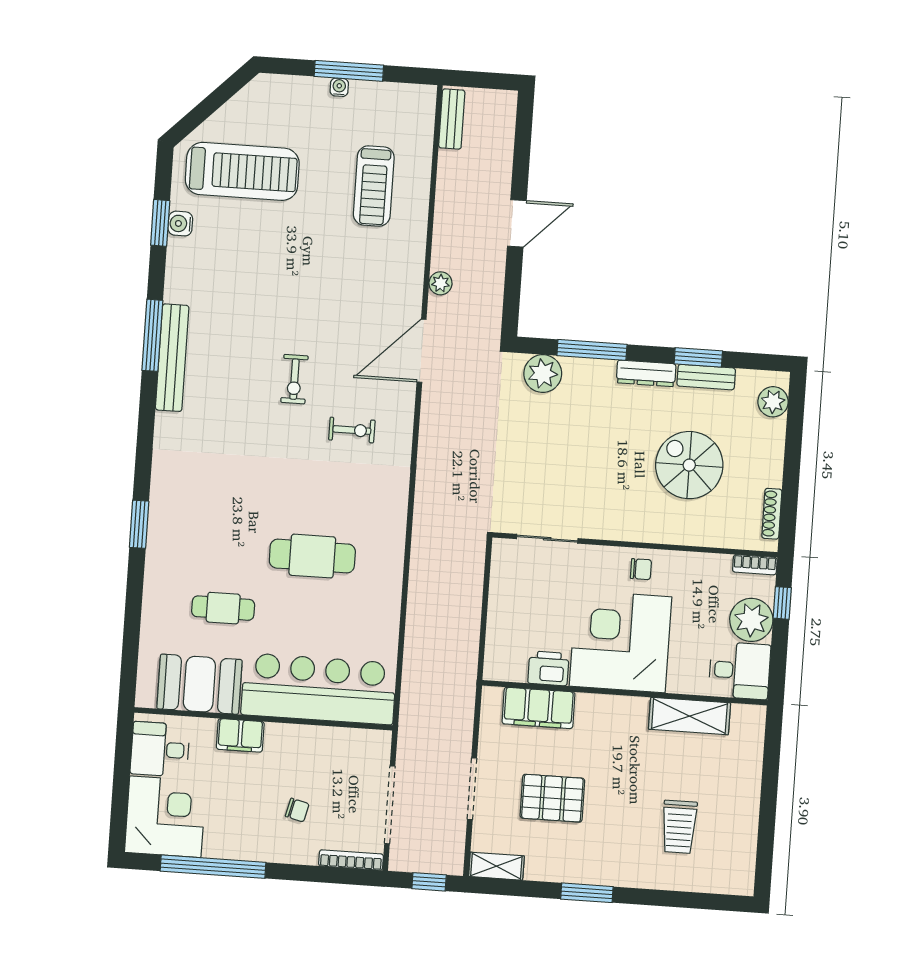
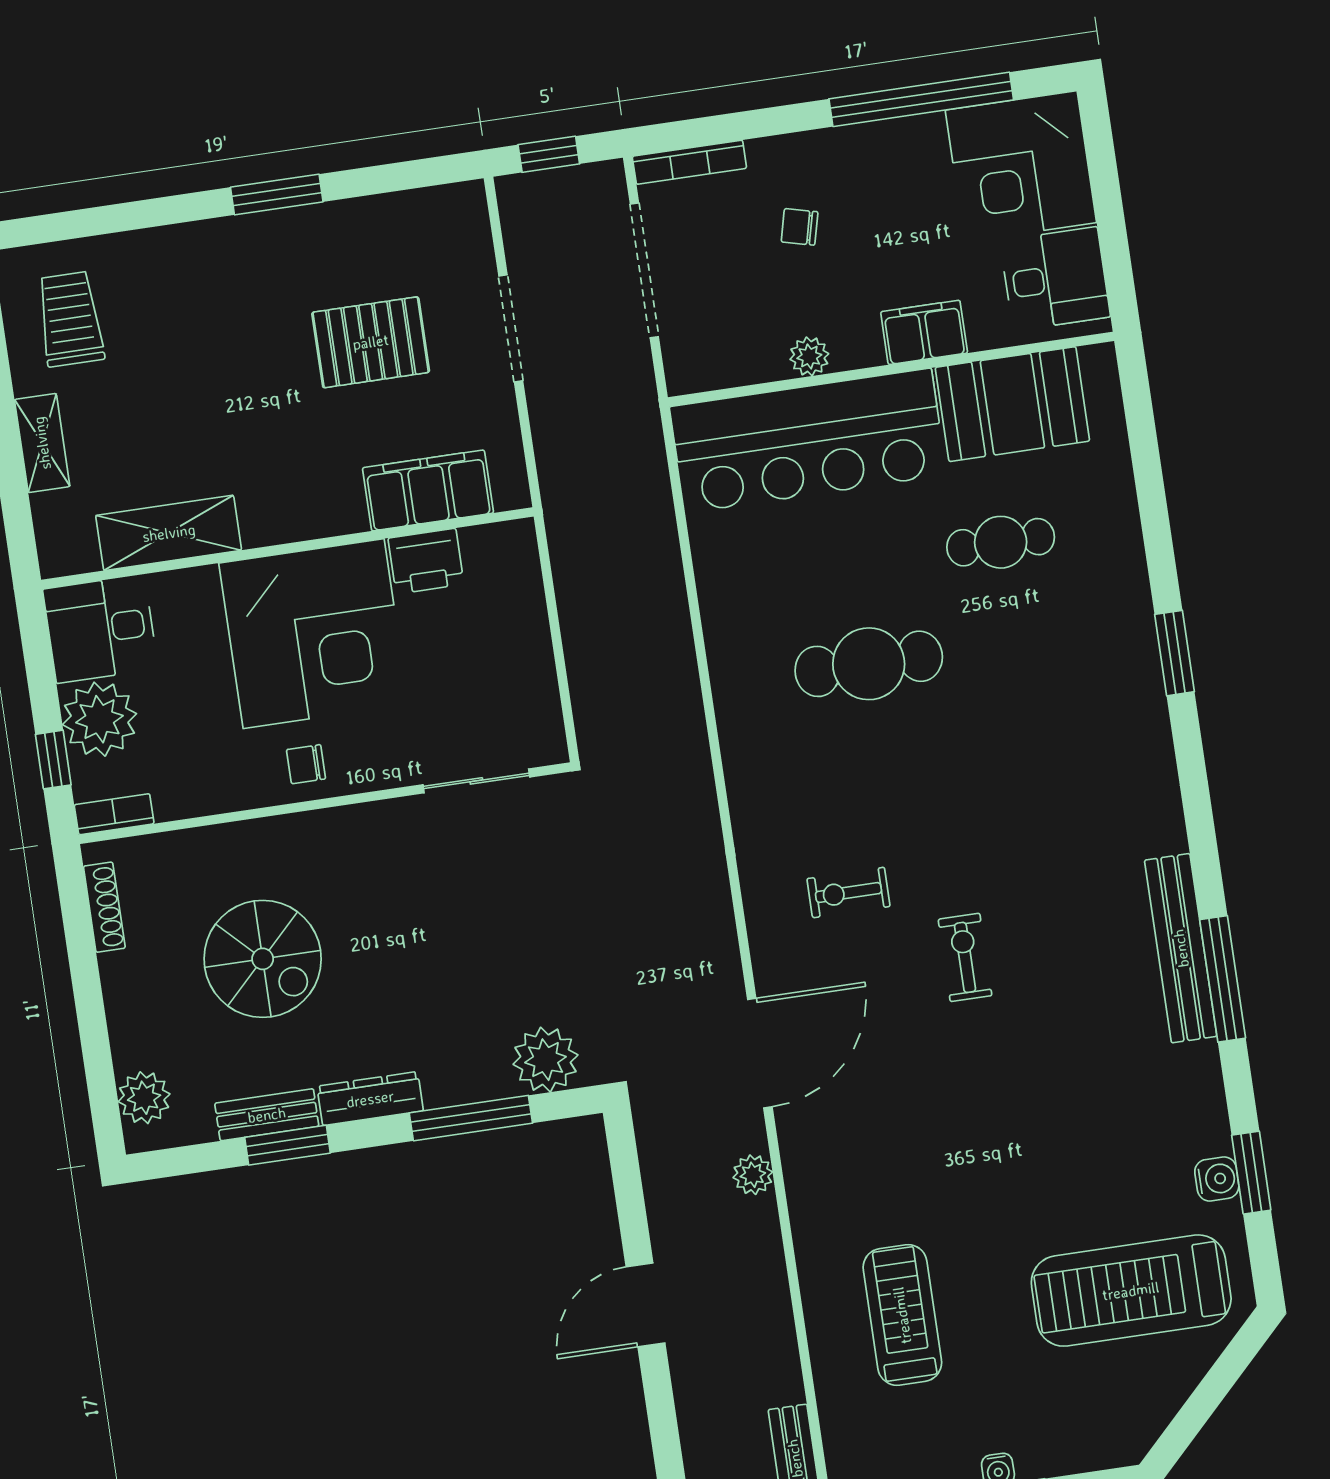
plant: (308, 736) -> (809, 356), added
trolley: (679, 827) -> (70, 319), moved
shelving: (496, 866) -> (42, 443), moved, turned 90

